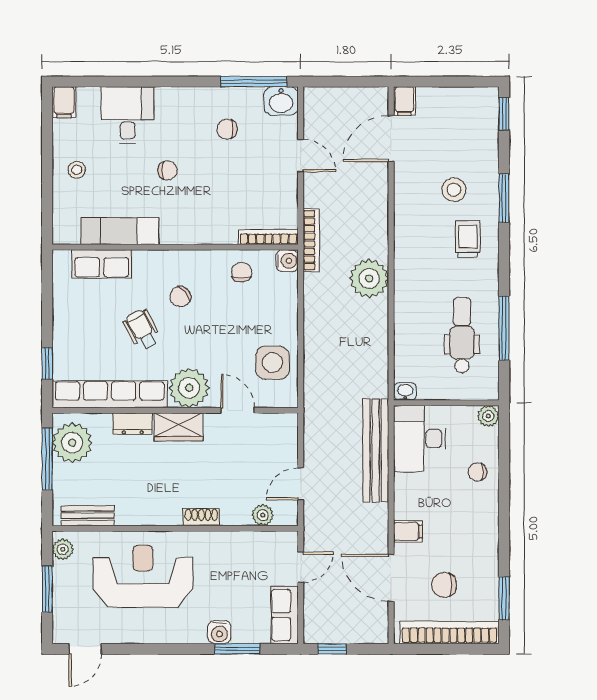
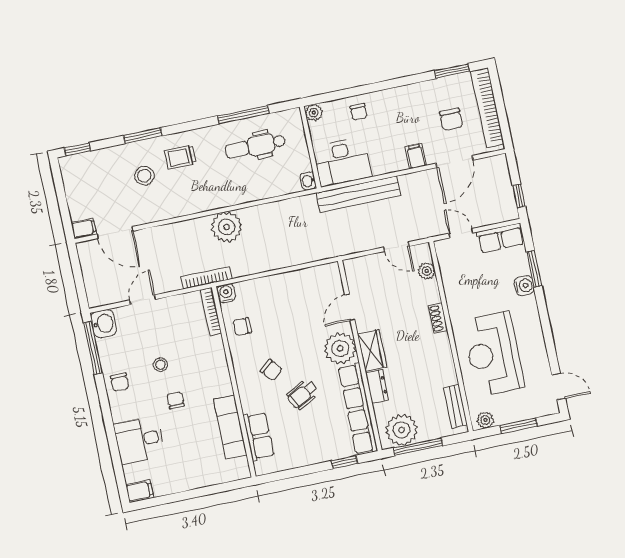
chair: (227, 129) -> (120, 382), moved
stool: (77, 170) -> (160, 365), moved
side table: (272, 363) -> (307, 288), removed

